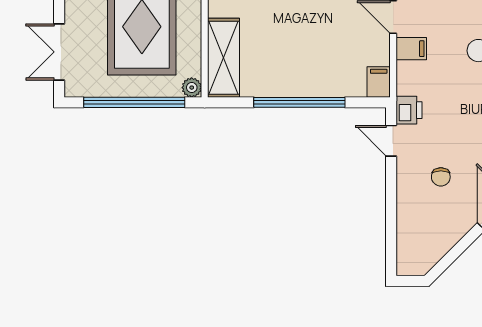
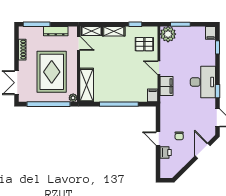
filing cabinet: (411, 49) -> (167, 86), width x2.00
printer: (409, 110) -> (166, 152), moved
door: (391, 141) -> (158, 138), moved

